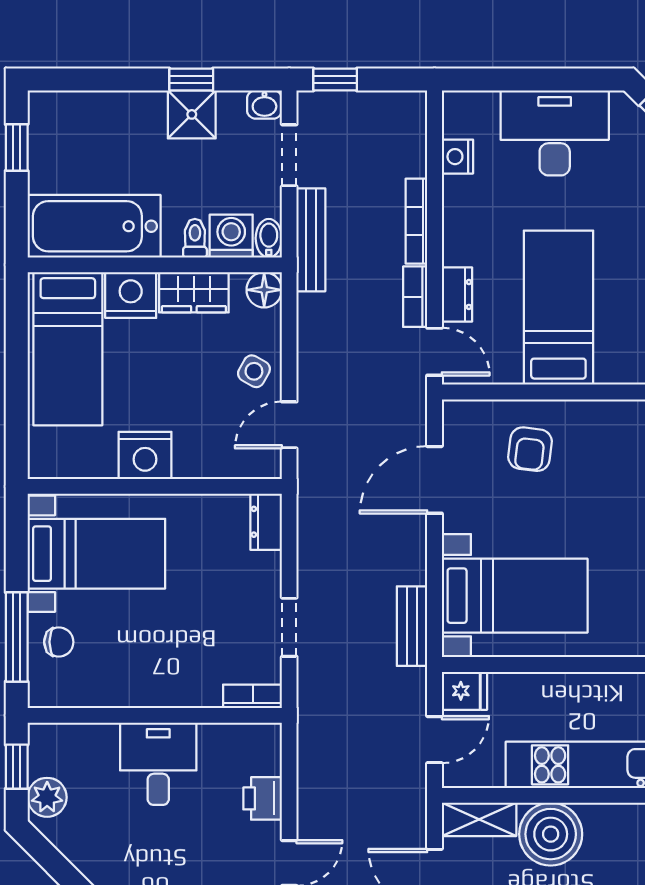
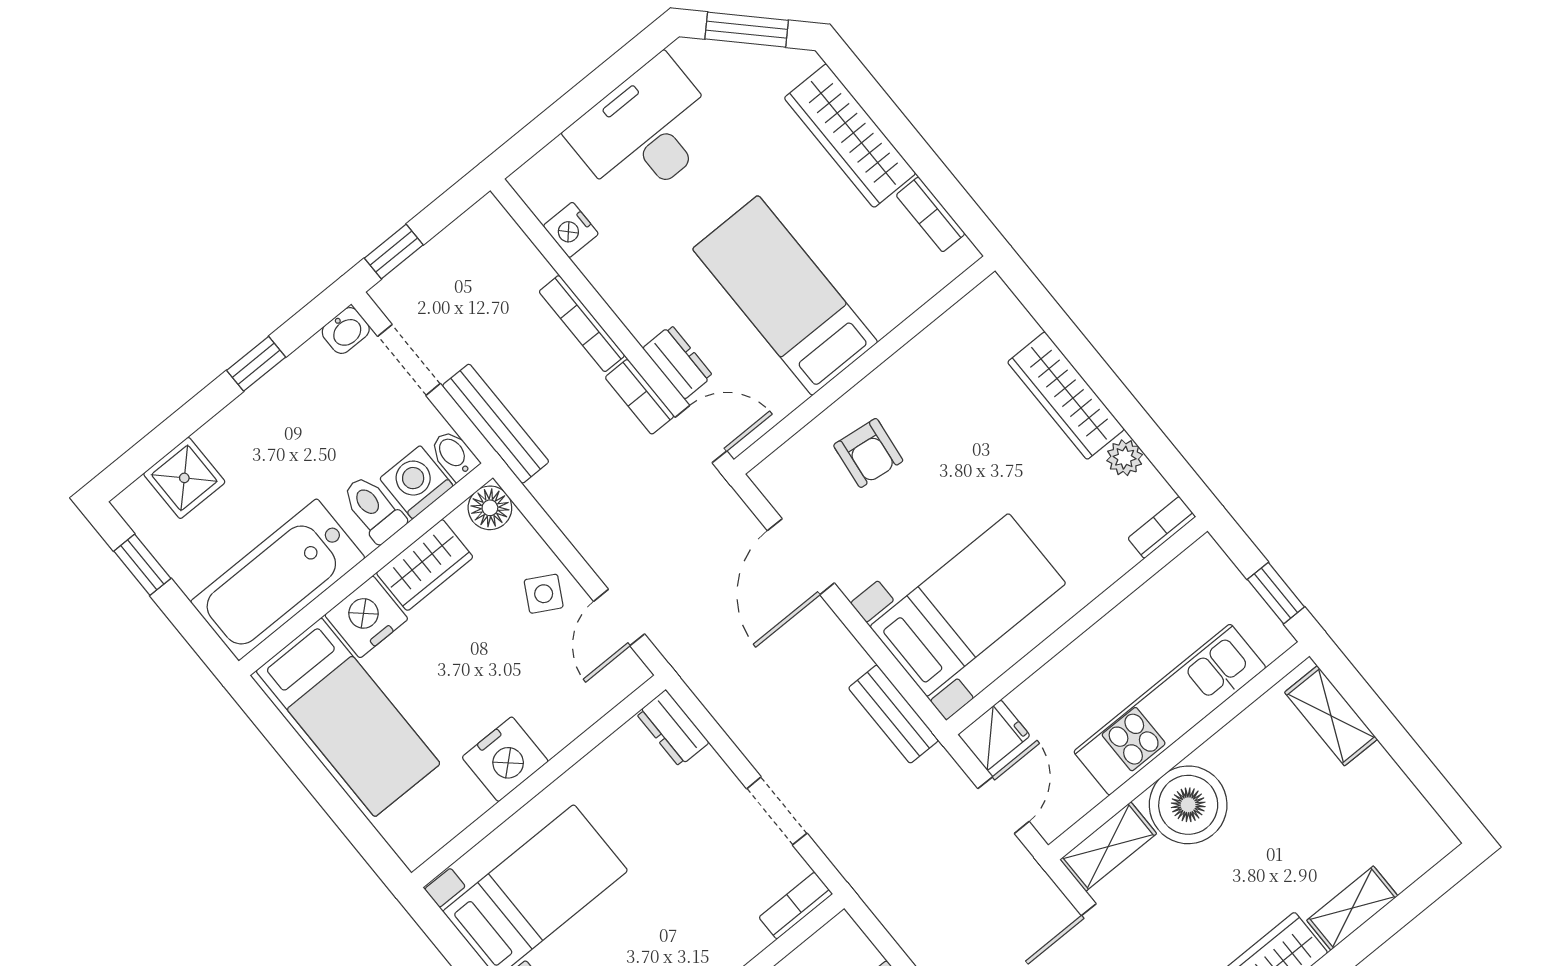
shower: (192, 114) -> (184, 478), moved
toilet: (195, 238) -> (373, 509), width x1.37, depth x1.39

